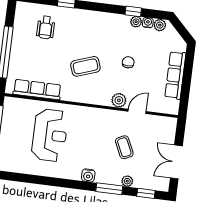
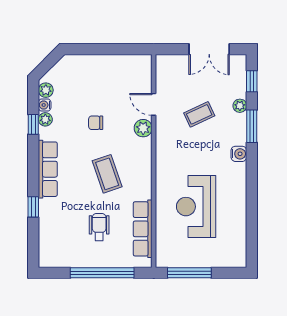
wheelchair: (46, 27) -> (99, 227), moved, turned -90
row of seats: (175, 75) -> (48, 169), moved, turned -90
reception desk: (50, 135) -> (196, 207), turned -90

